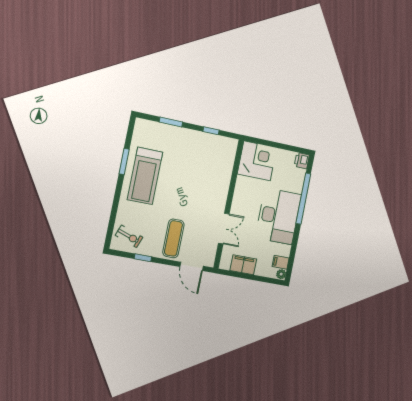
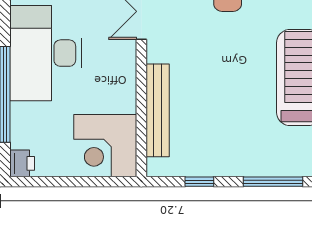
window: (171, 122) -> (273, 182), width x1.44
bench: (226, 174) -> (158, 110), added

